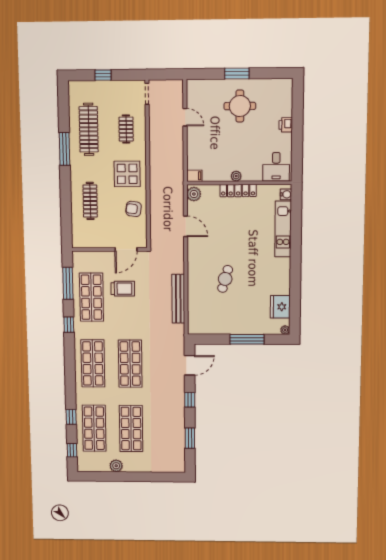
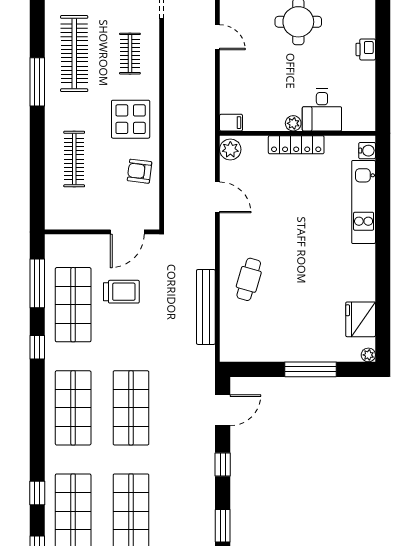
desk: (276, 167) -> (322, 110), moved
cafe table: (225, 279) -> (249, 279), moved

